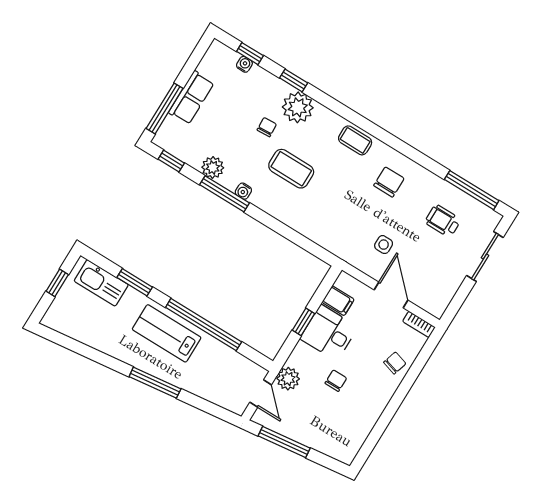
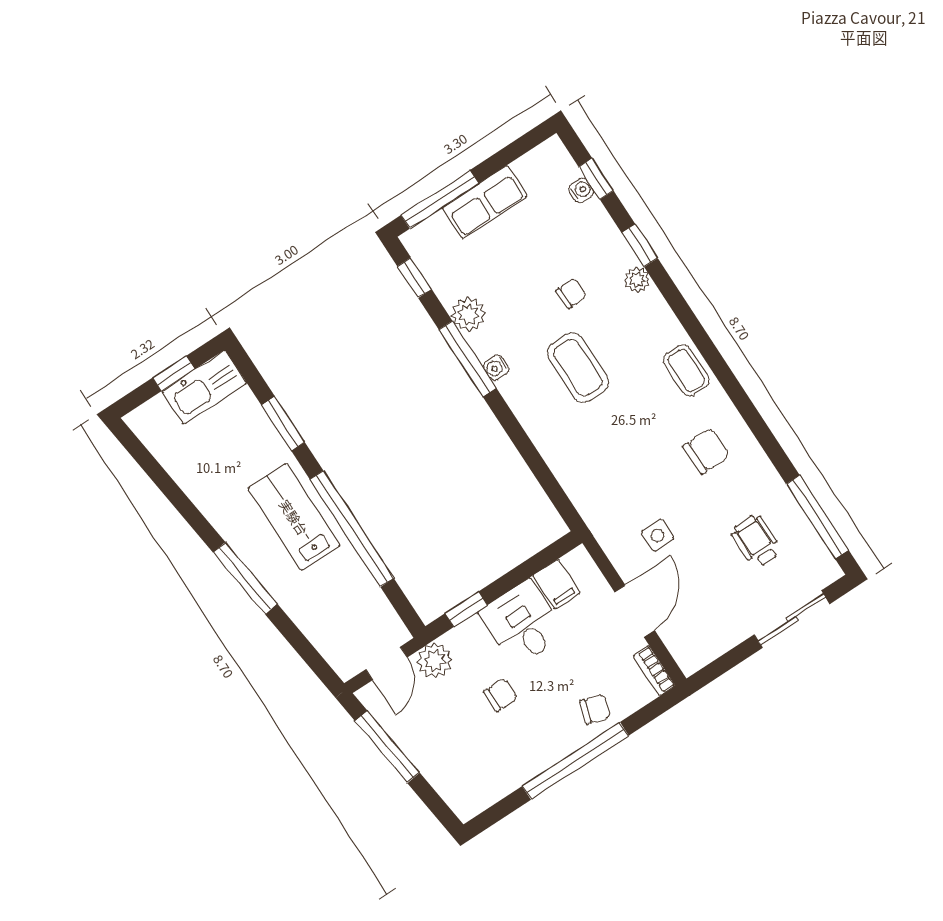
plant: (298, 107) -> (637, 280), width x0.53, depth x0.53
kitchen sink: (101, 283) -> (204, 387), moved, turned -90
window: (304, 322) -> (466, 609), moved
window: (398, 399) -> (575, 761), added

